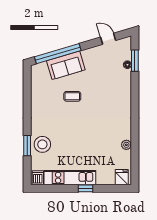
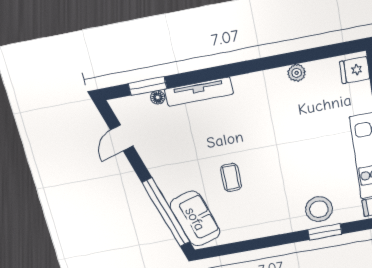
sofa: (66, 65) -> (195, 219), moved
tv unit: (126, 88) -> (199, 92), added

